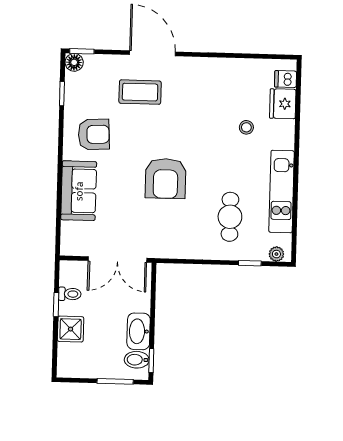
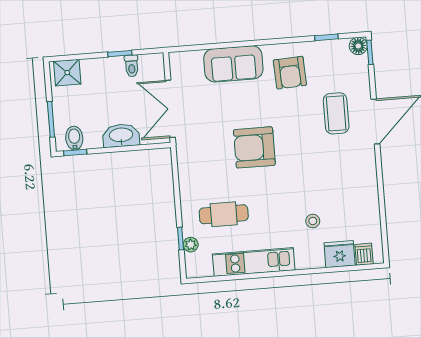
plant: (276, 254) -> (191, 245), moved
shower: (71, 329) -> (67, 73), moved
washbasin: (139, 331) -> (121, 135), moved

